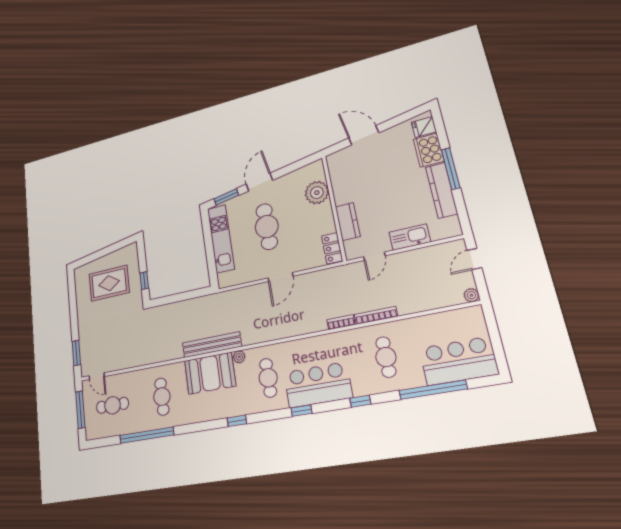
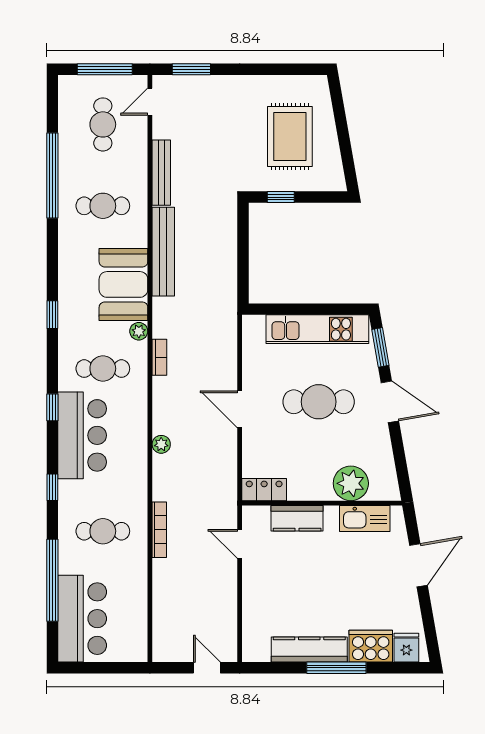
kitchen sink: (410, 237) -> (365, 518), moved, turned 90
plant: (471, 295) -> (161, 444), moved
bookcase: (341, 322) -> (159, 357), moved
bench: (212, 345) -> (163, 252), moved
bench: (138, 361) -> (161, 173), added

